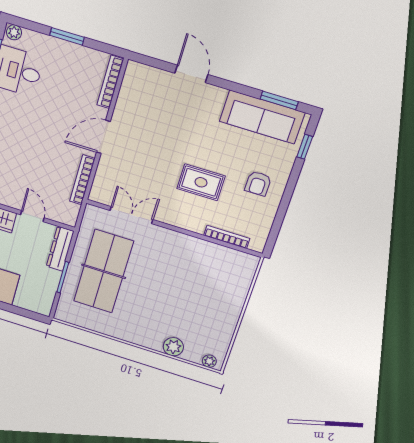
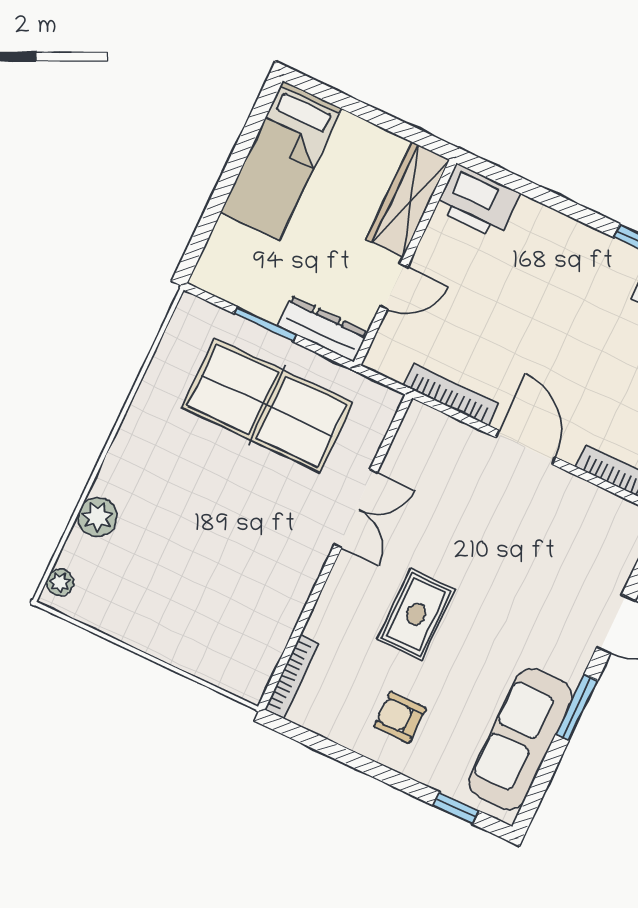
window: (279, 100) -> (577, 707), moved
double door: (131, 215) -> (356, 509), moved
bookcase: (227, 237) -> (292, 677), moved

